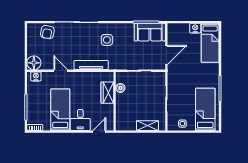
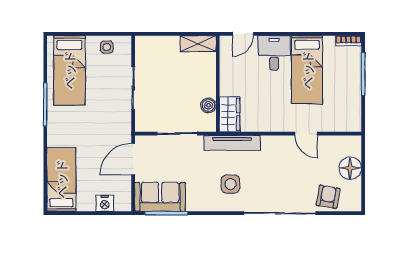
nightstand: (195, 28) -> (105, 203), moved
floor lamp: (34, 63) -> (350, 168), moved
tv unit: (91, 65) -> (232, 143), moved
nightstand: (36, 76) -> (347, 124), removed
wardrobe: (107, 93) -> (230, 114), moved
shelving: (148, 126) -> (198, 44), moved

